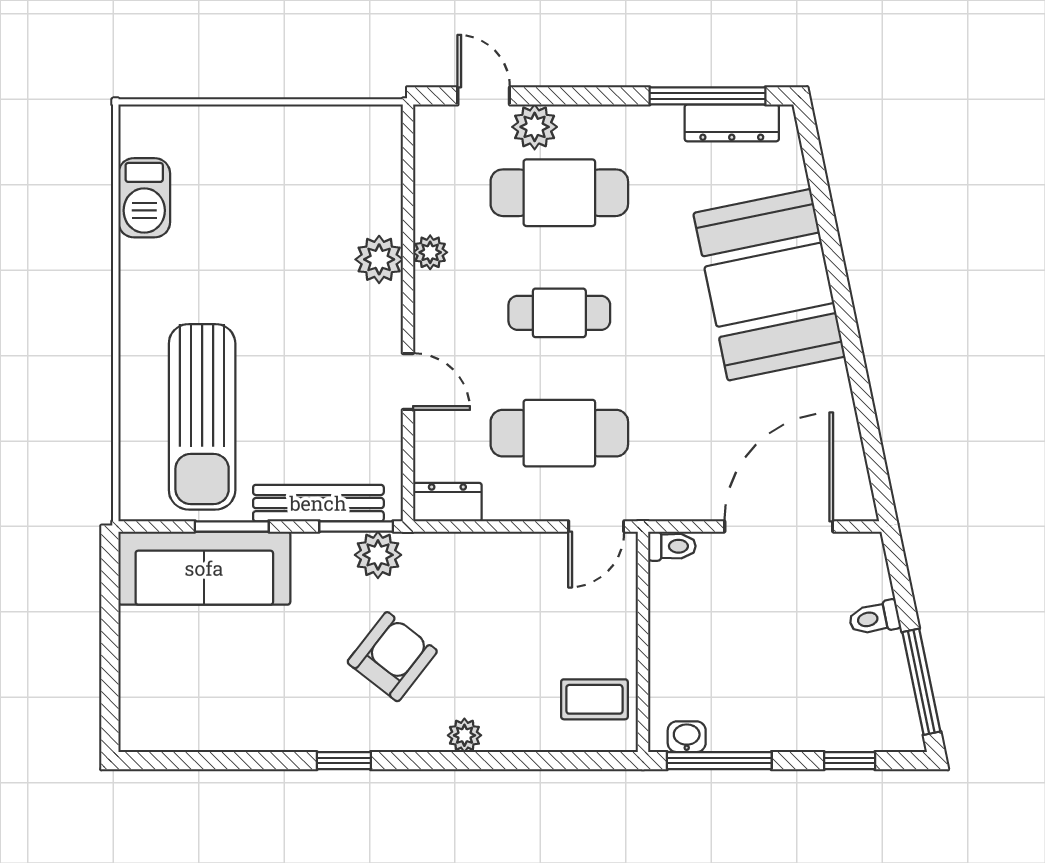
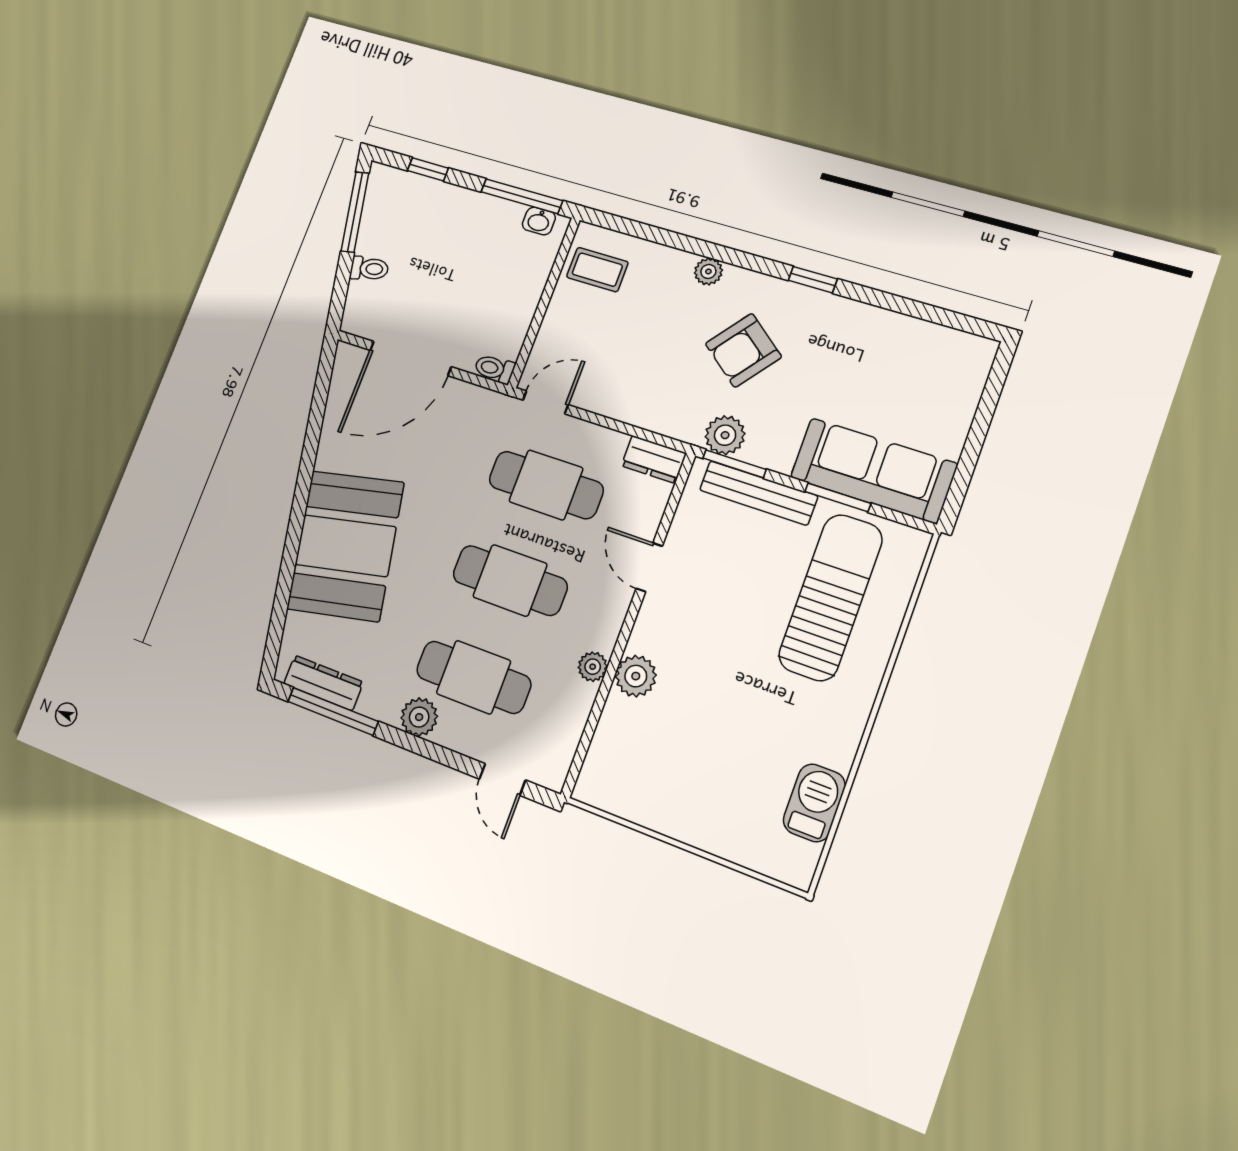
plant: (535, 127) -> (419, 717), moved
cafe table: (559, 313) -> (510, 580), width x1.37, depth x1.35

